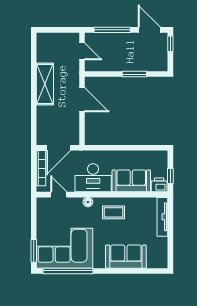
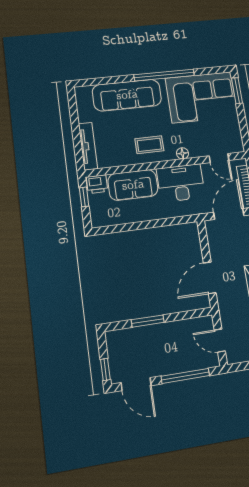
door: (82, 100) -> (210, 278), hinge flipped
sofa: (126, 257) -> (127, 95), width x1.36
window: (68, 271) -> (164, 75), moved

